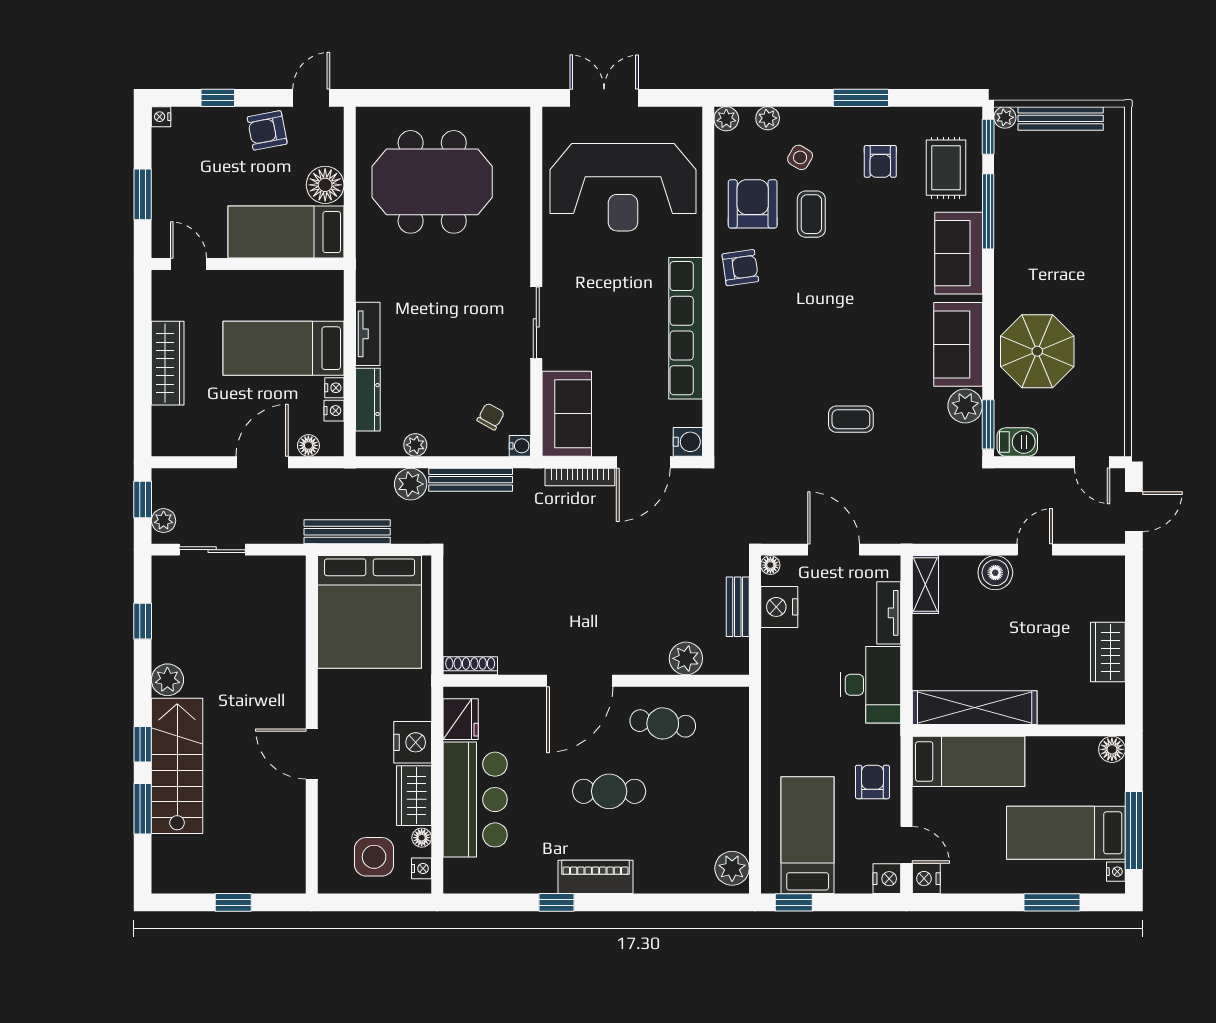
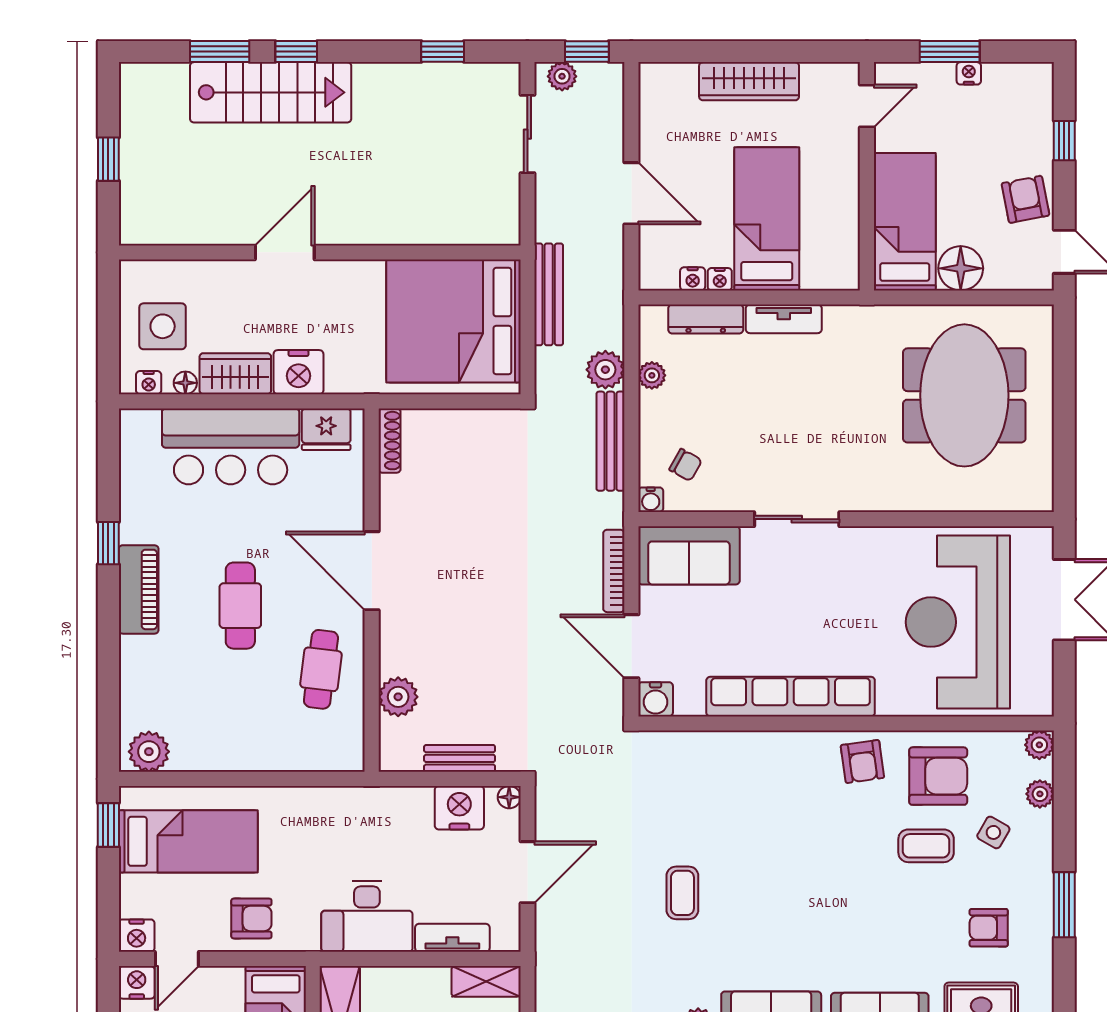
nightstand: (161, 117) -> (969, 73), moved
floor lamp: (308, 445) -> (651, 248), removed
plant: (167, 680) -> (373, 81), removed

